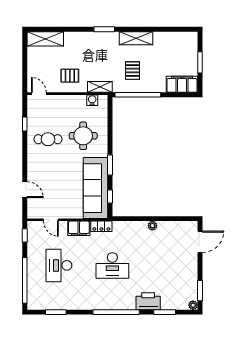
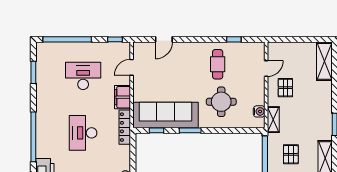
pallet: (132, 71) -> (291, 154), turned 90
door: (39, 94) -> (266, 69), moved
locker: (101, 226) -> (125, 127), width x1.53

